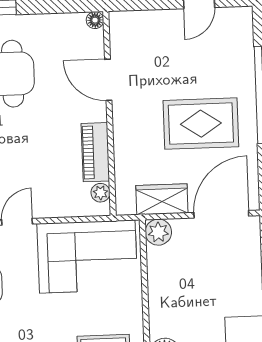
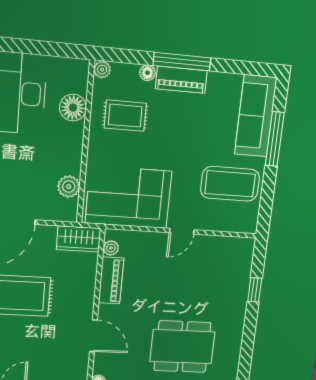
wardrobe: (162, 199) -> (79, 239), moved
plant: (158, 232) -> (69, 187), moved

